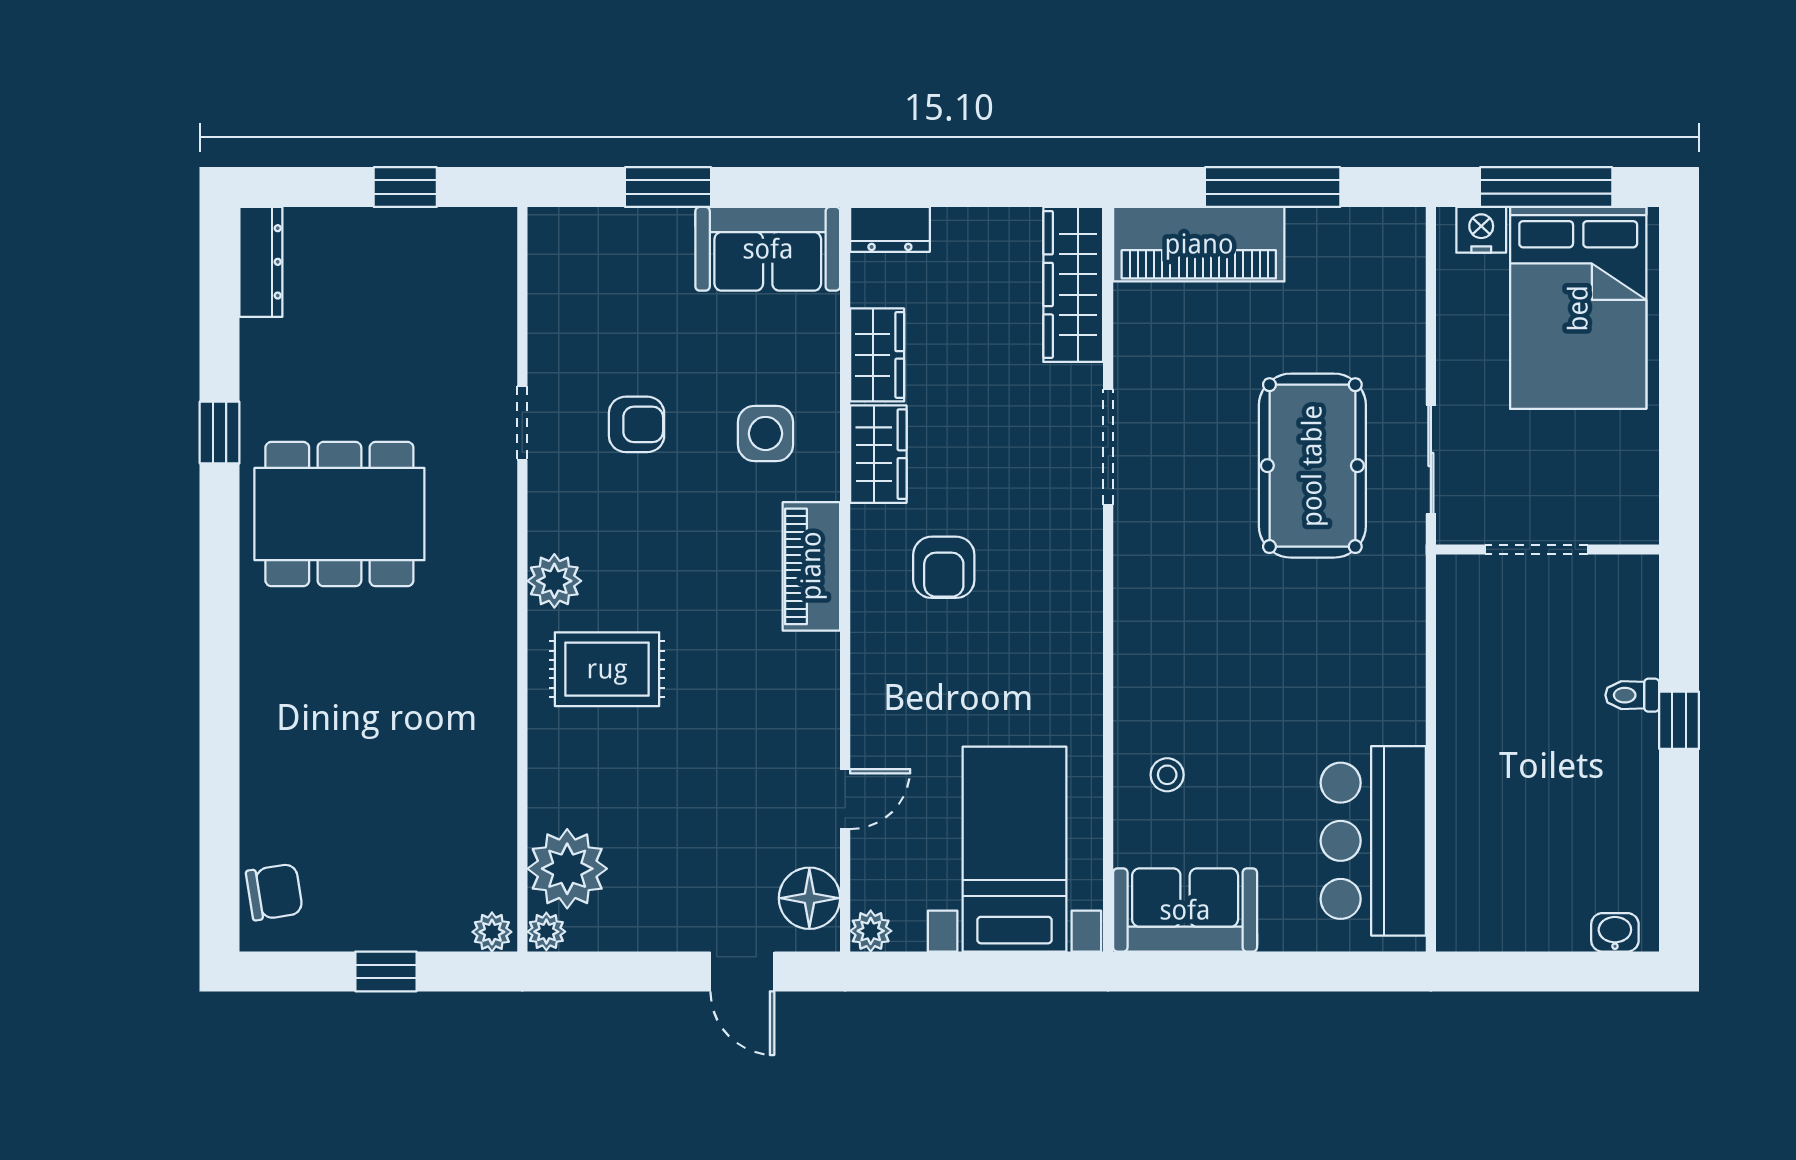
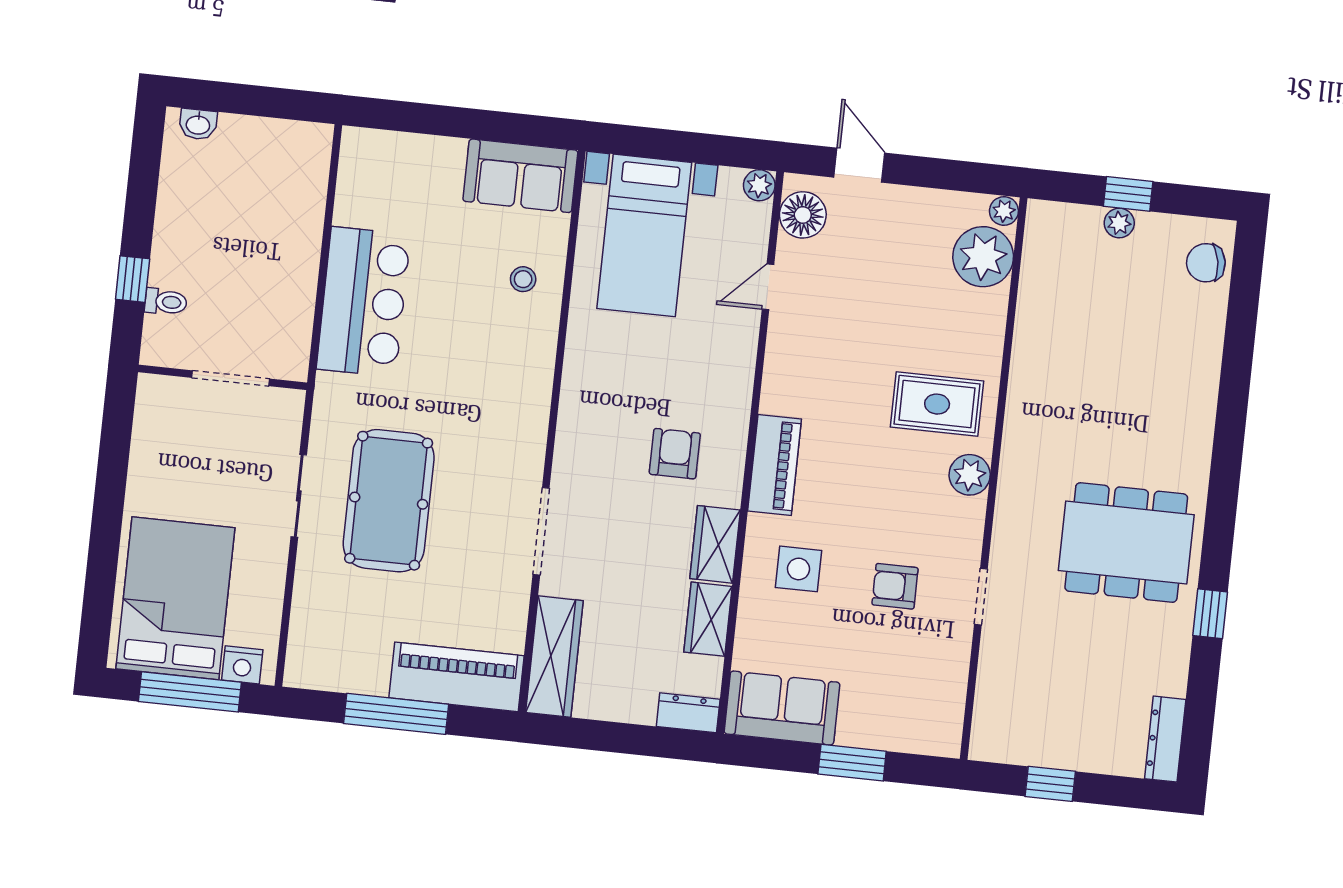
doorway: (1537, 549) -> (231, 378), moved
wall: (1548, 549) -> (222, 377), moved
bar counter: (1373, 841) -> (363, 302), moved
plant: (492, 932) -> (1119, 223), moved

